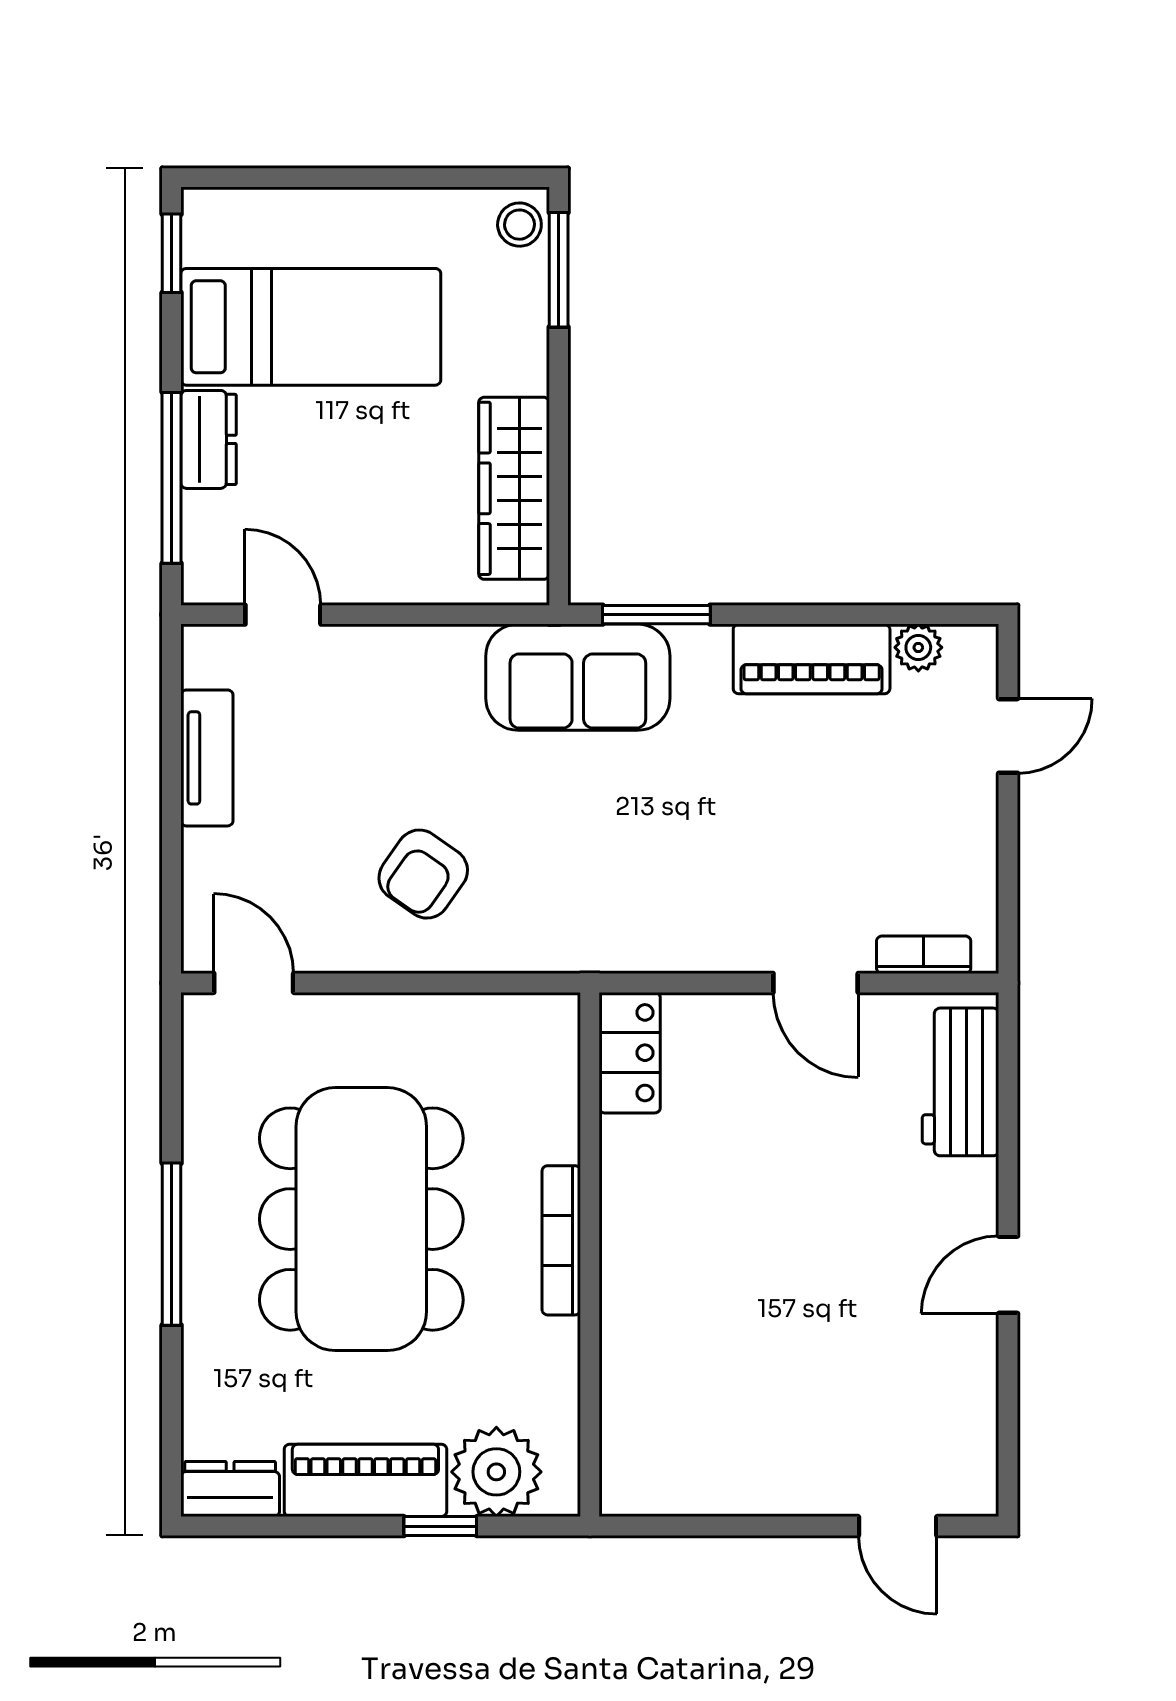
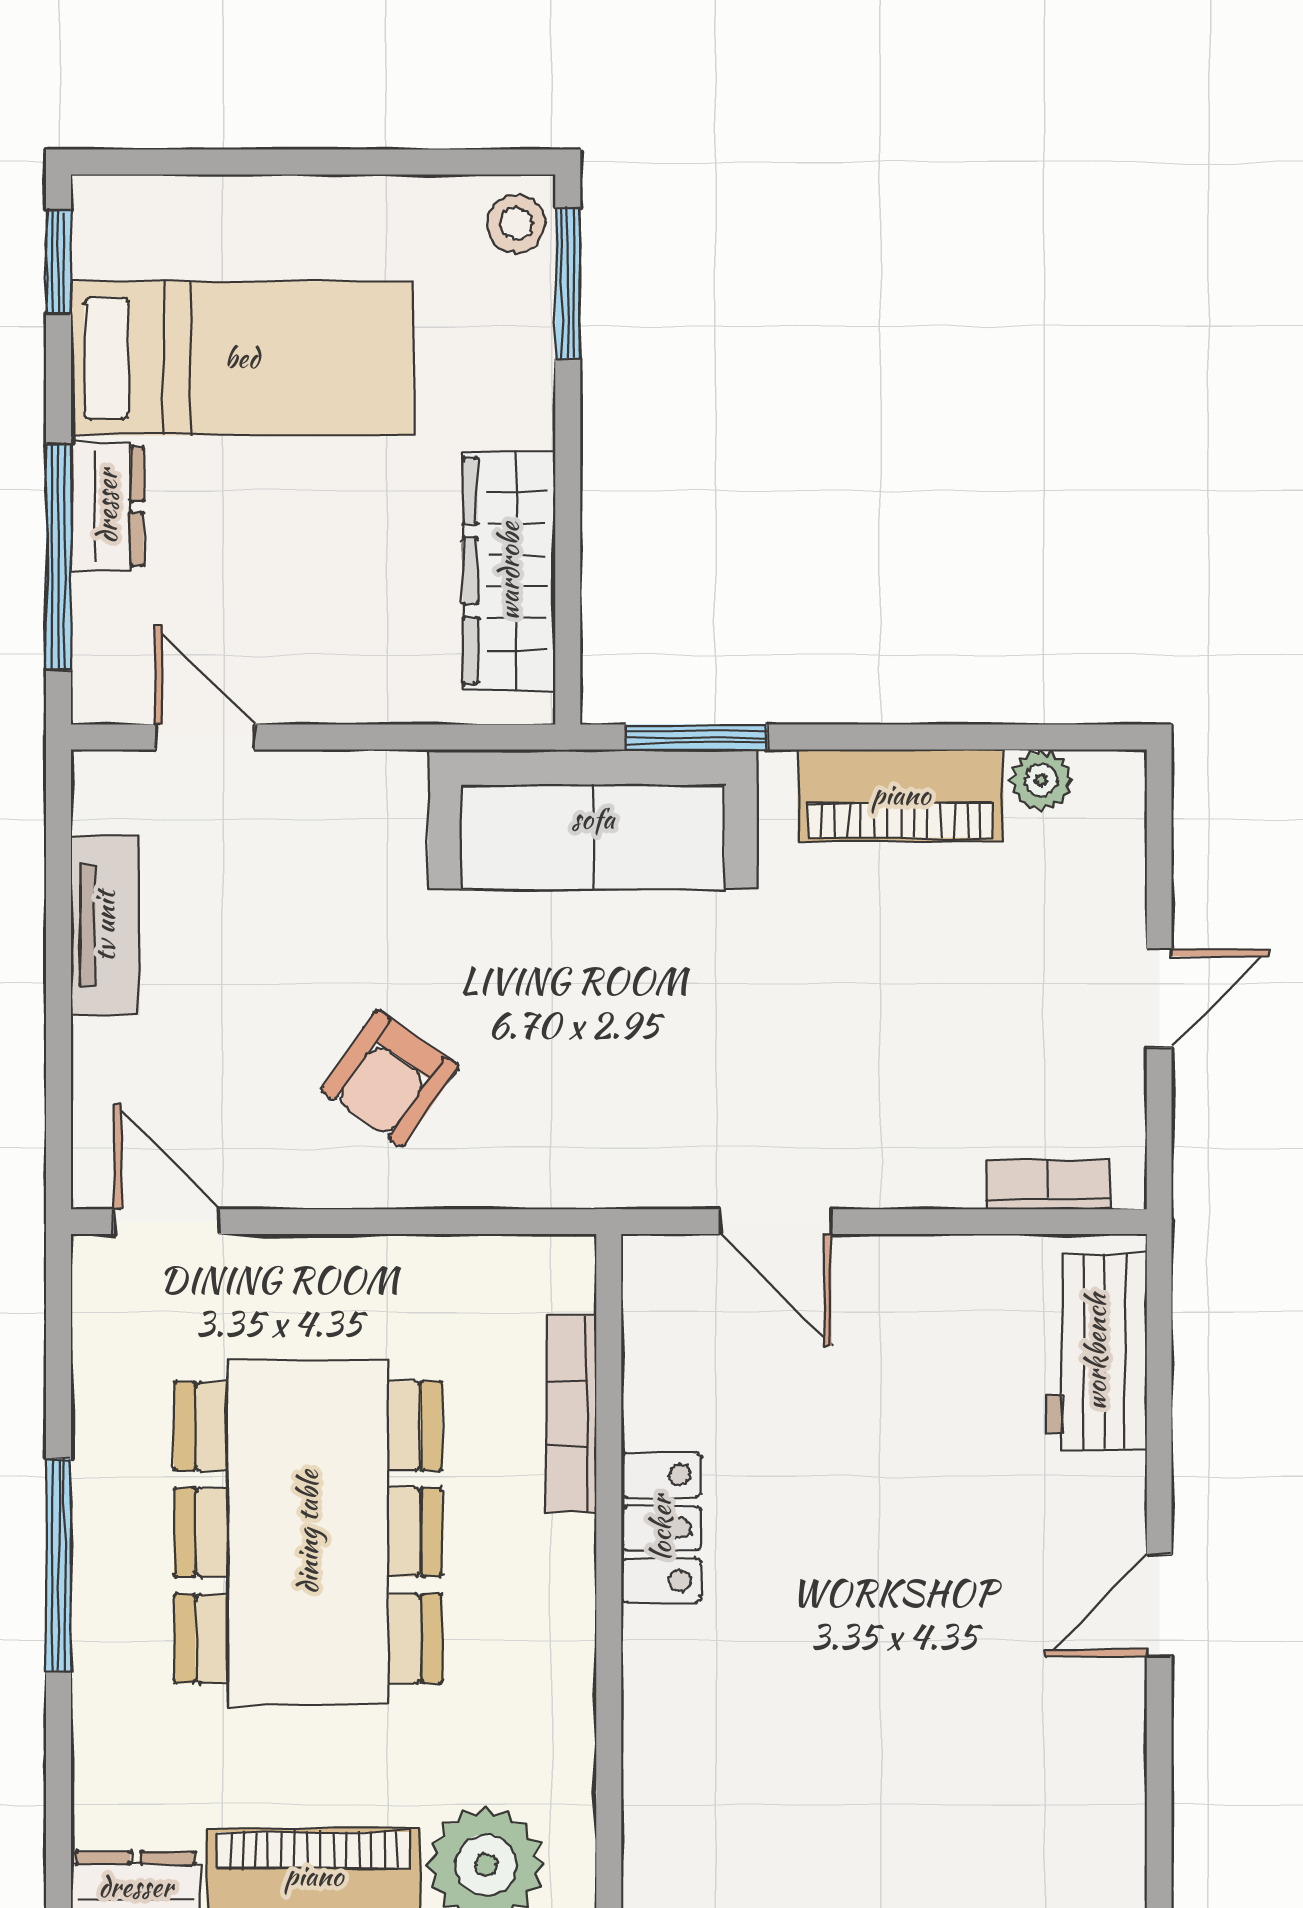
sofa: (578, 677) -> (593, 819), width x1.36
door: (1008, 736) -> (1159, 998), moved
door: (816, 983) -> (775, 1222), moved
locker: (630, 1053) -> (661, 1528), moved
bookcase: (561, 1240) -> (571, 1414), moved

